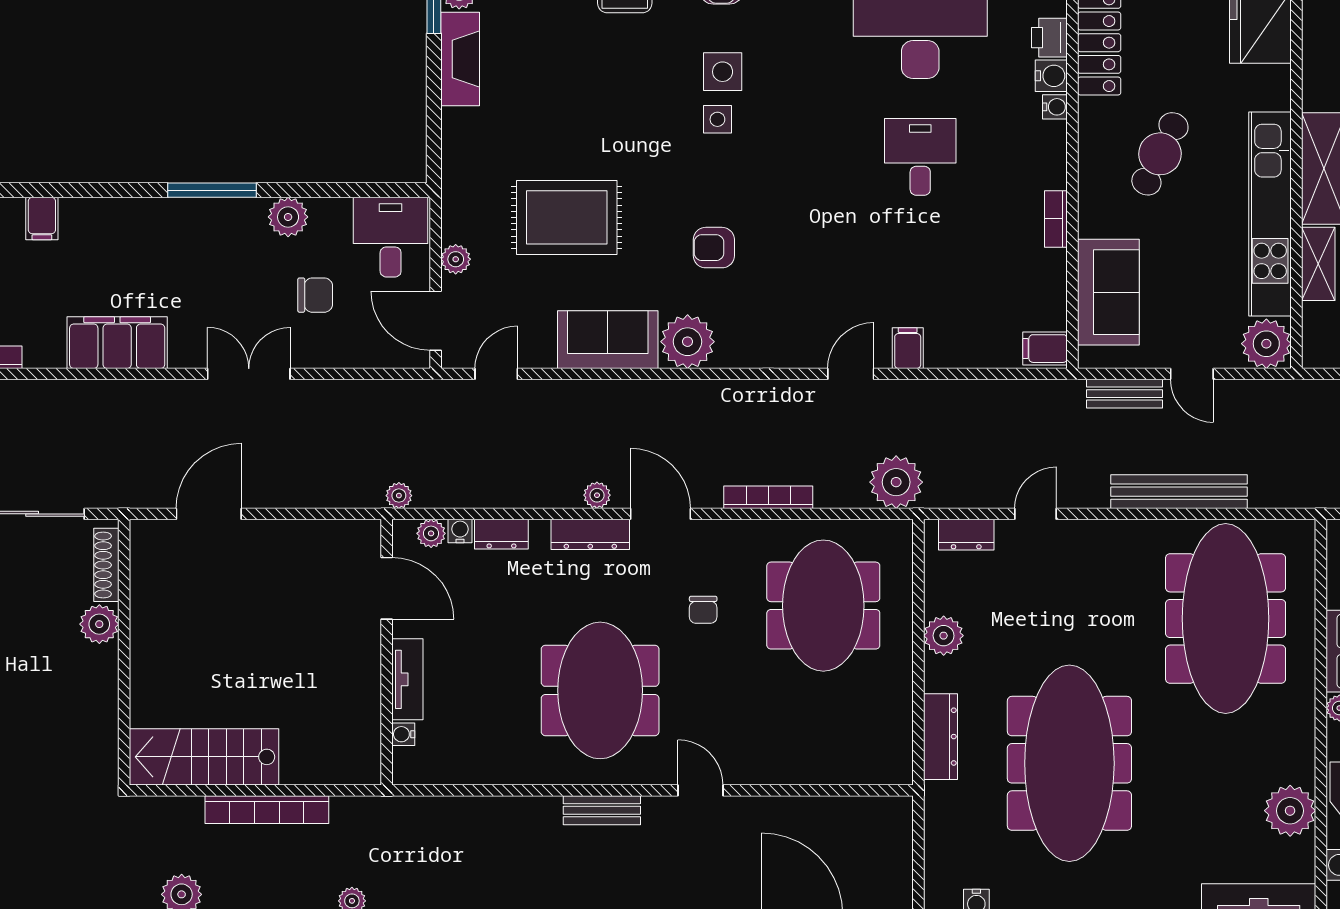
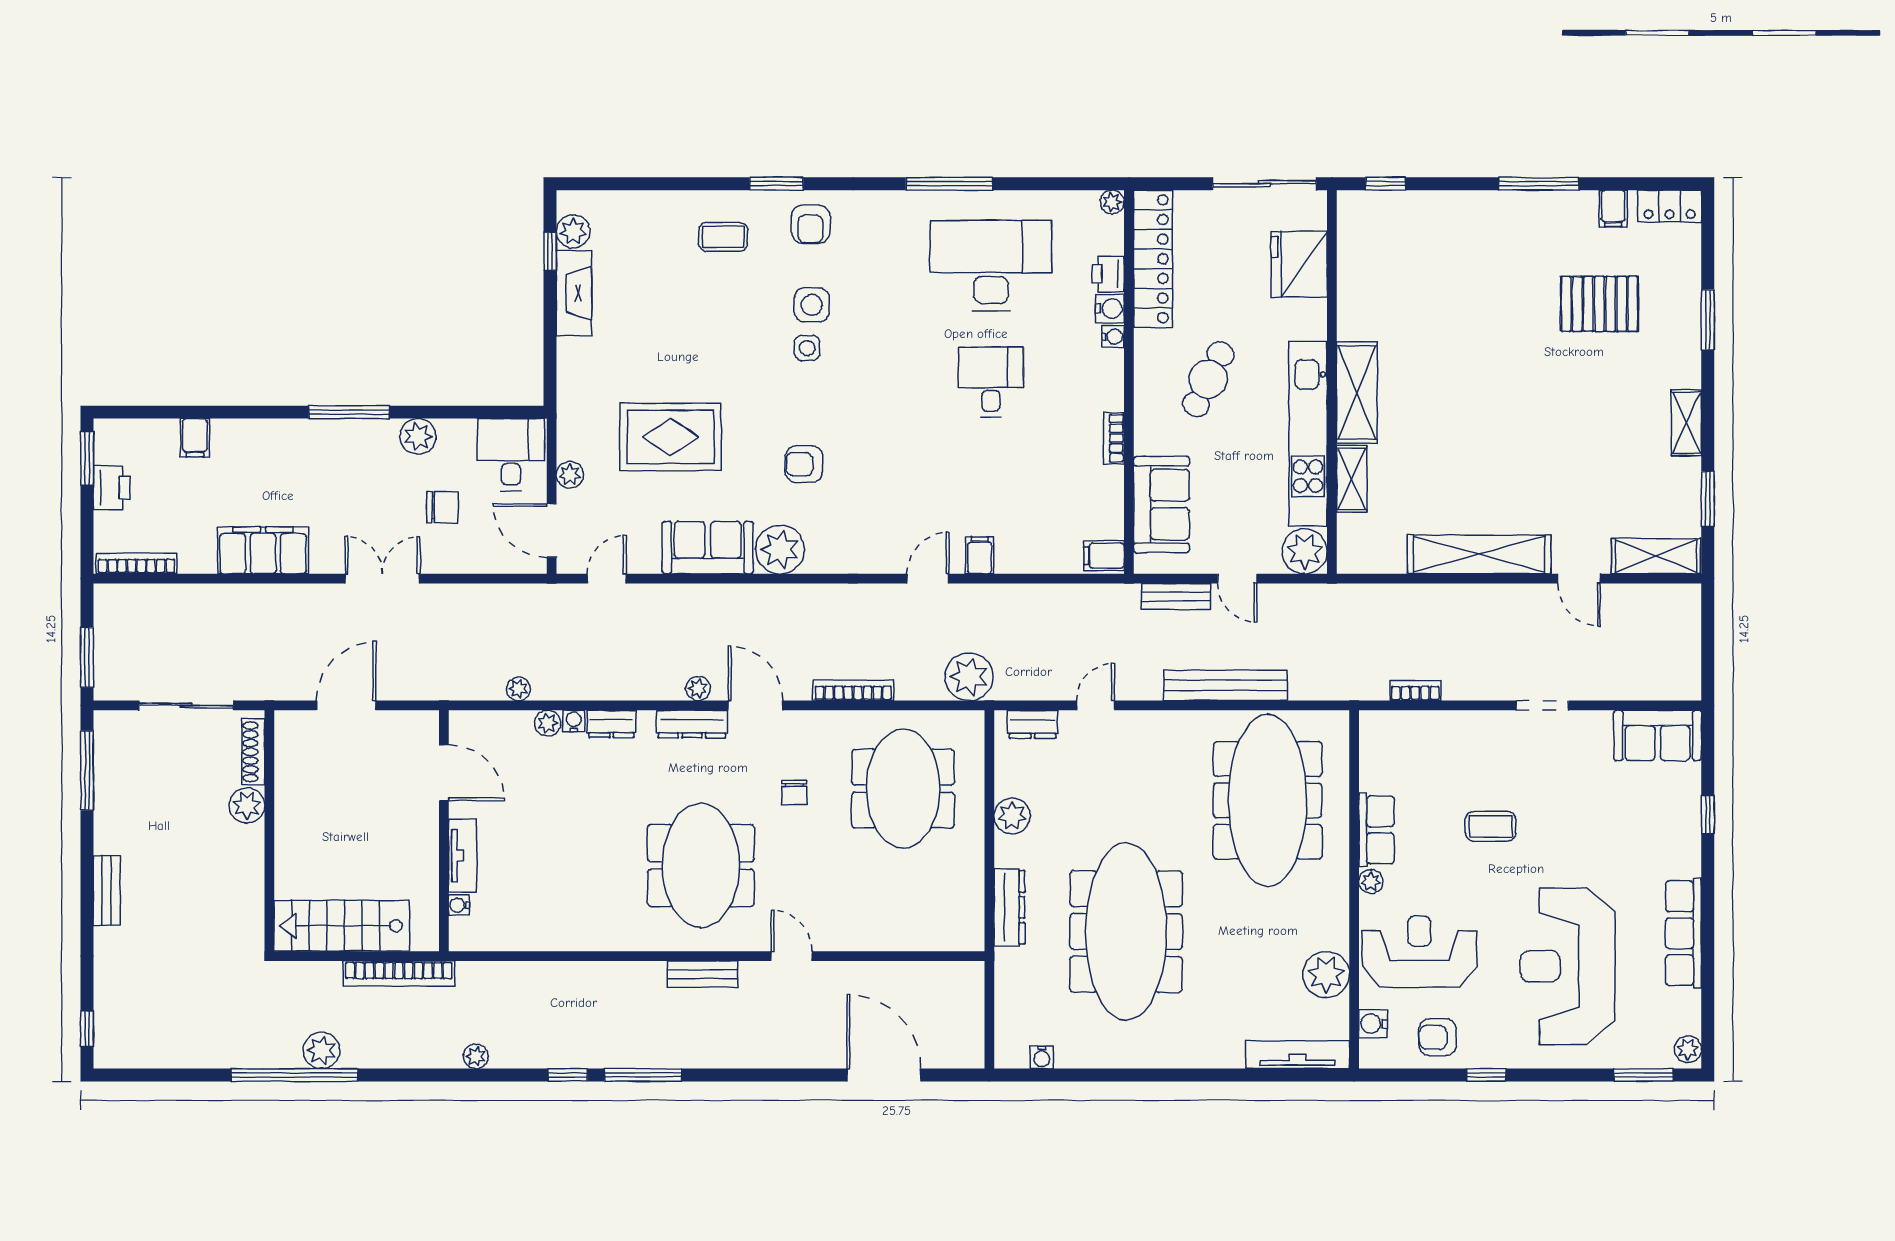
door: (387, 588) -> (444, 773), moved
wall: (387, 652) -> (444, 831), moved
tv unit: (407, 679) -> (463, 855), moved
water cooler: (403, 734) -> (459, 905), moved

